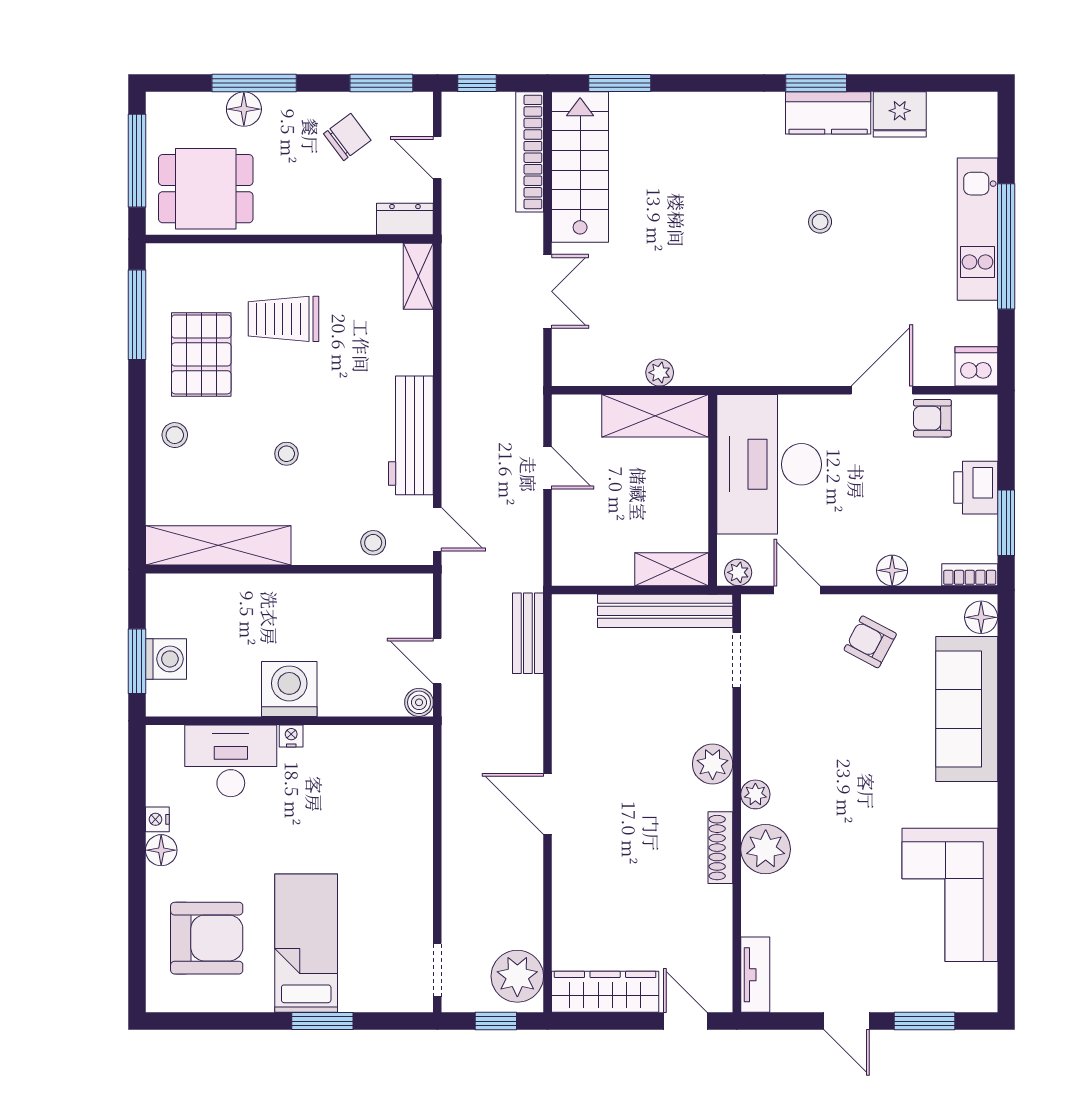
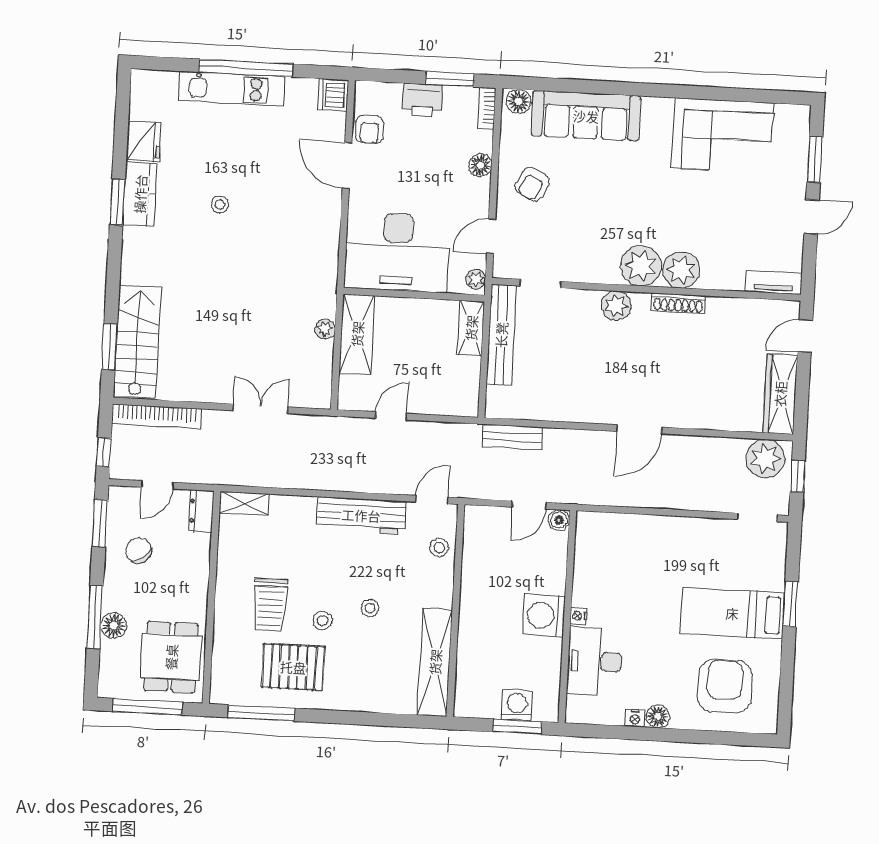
stairs: (580, 167) -> (137, 342), moved, turned 90
stool: (175, 435) -> (322, 620), moved
plant: (755, 794) -> (641, 266), width x1.87, depth x1.87

